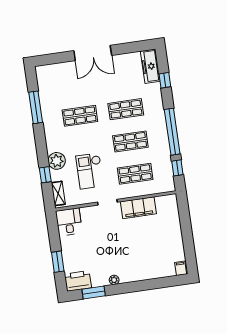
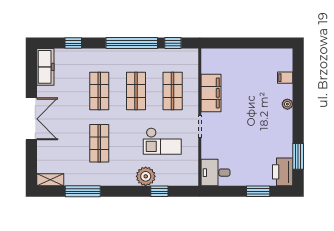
freezer: (150, 66) -> (45, 67), moved, turned -90
shelving: (58, 193) -> (50, 180), moved
filing cabinet: (181, 268) -> (285, 78), moved
plant: (114, 280) -> (287, 104), moved

